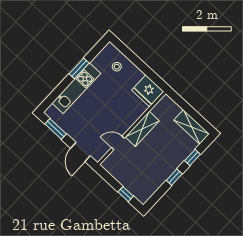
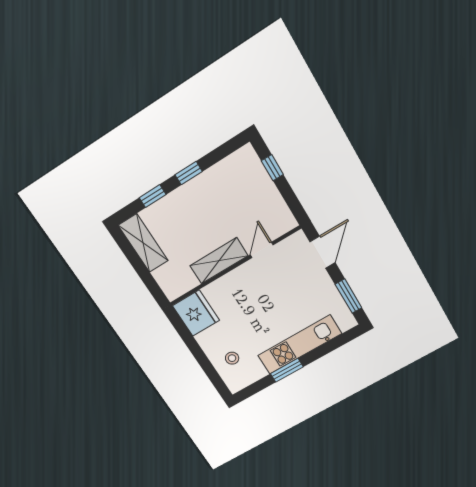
door: (118, 143) -> (262, 250), swing flipped

